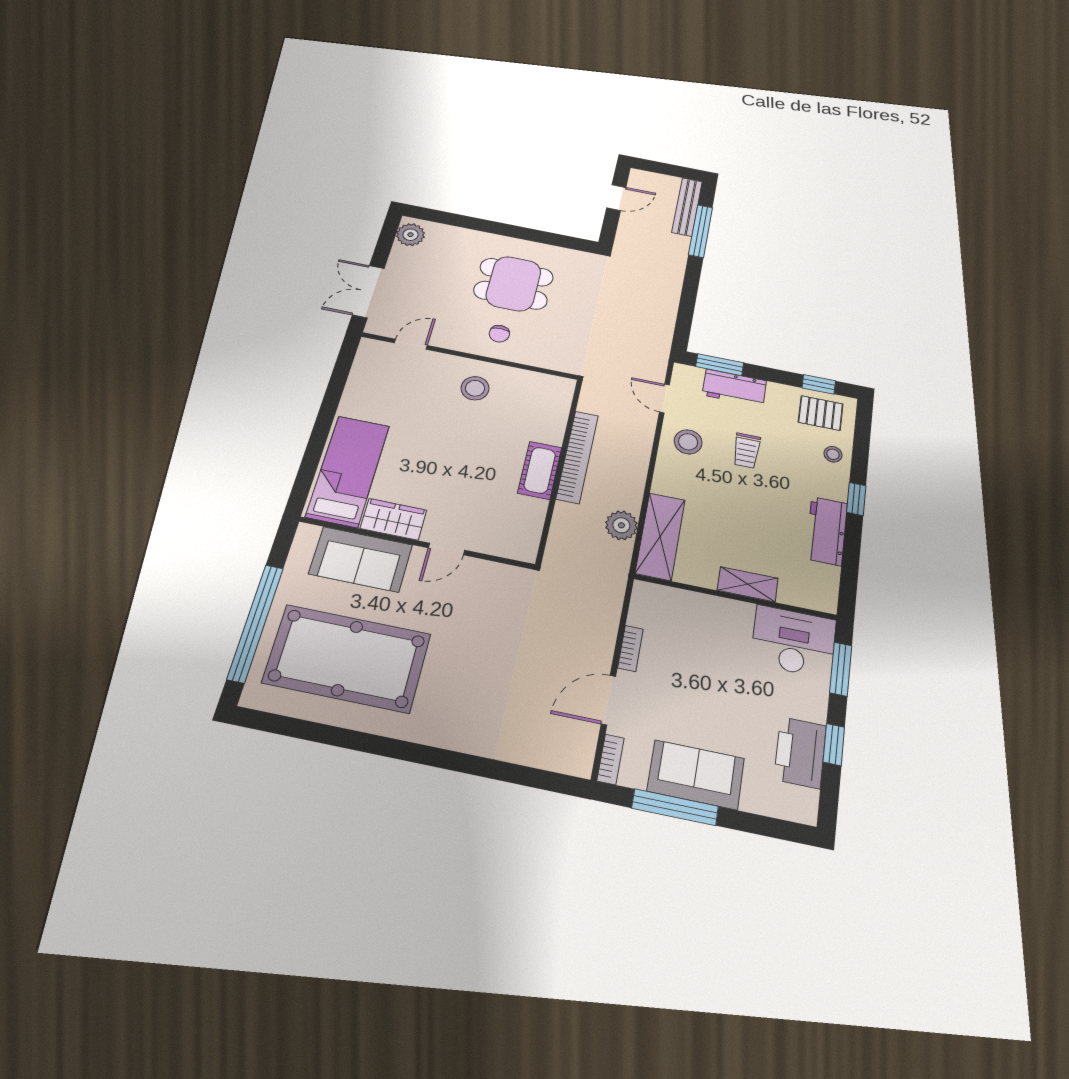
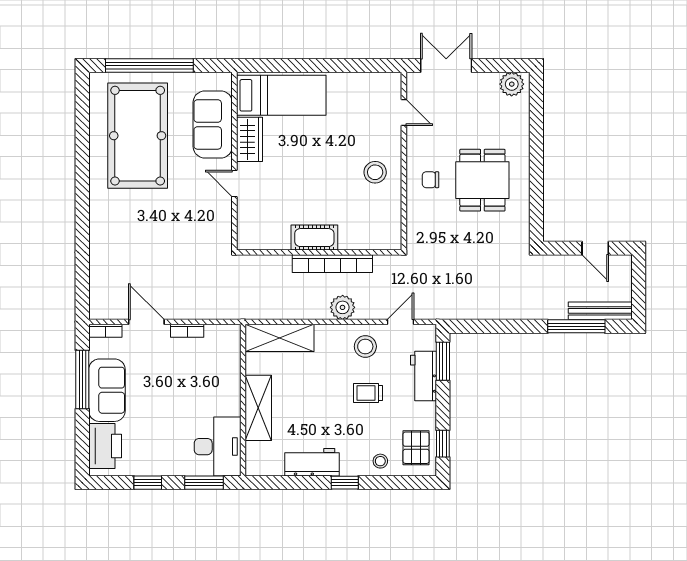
plant: (621, 525) -> (343, 307), moved
shelving: (748, 584) -> (258, 408), width x1.50, depth x1.33
printer: (800, 752) -> (105, 446), moved, turned 90

